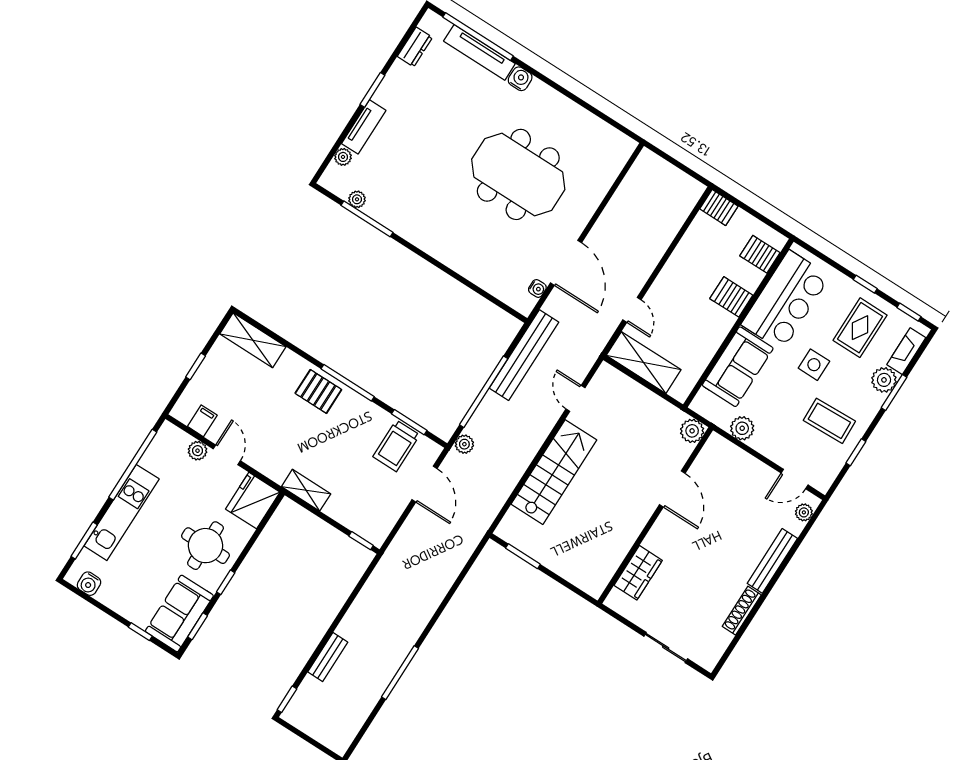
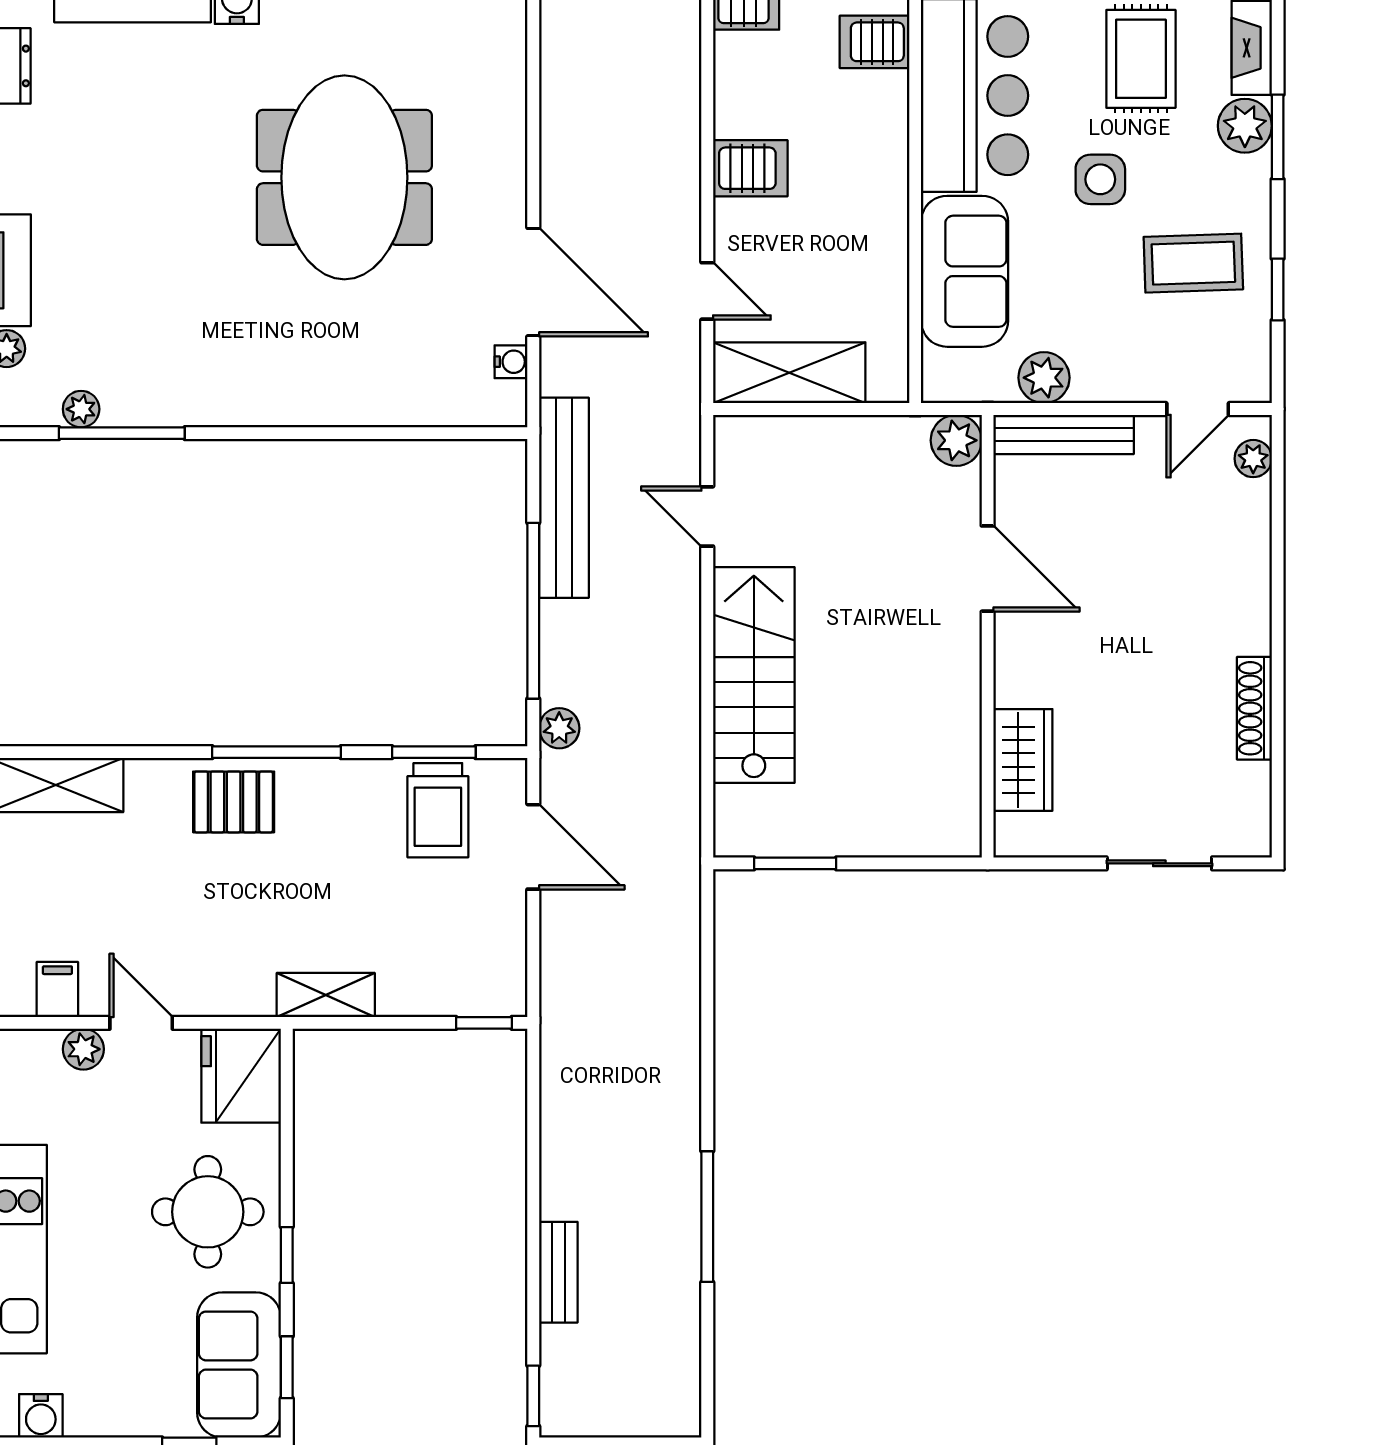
meeting table: (518, 174) -> (344, 177), turned 90
server rack: (731, 297) -> (750, 168), moved, turned 180
bench: (772, 561) -> (1064, 434), moved, turned 90

